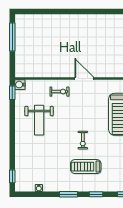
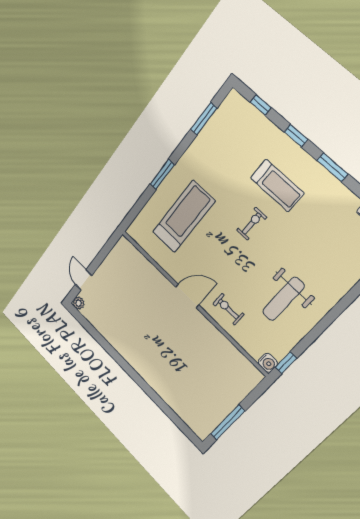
door: (84, 79) -> (187, 296), swing flipped
weight bench: (39, 120) -> (283, 299), turned 180

